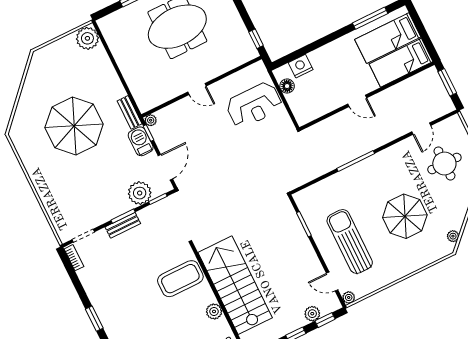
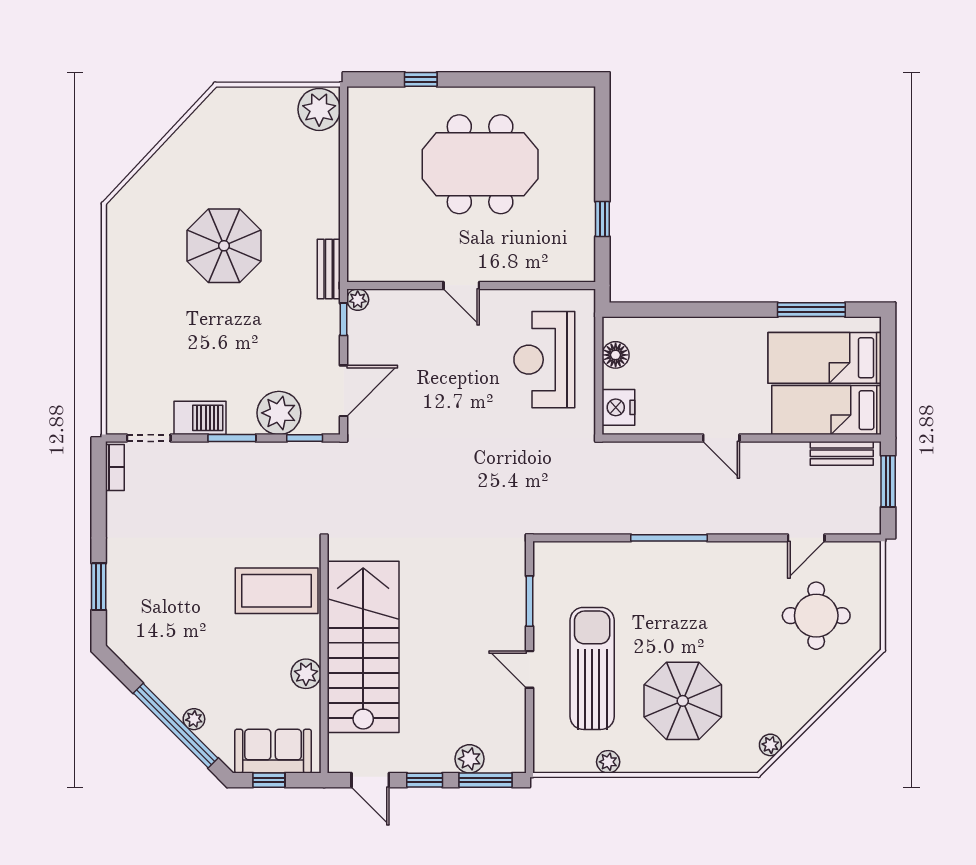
window: (256, 39) -> (602, 219), moved
nightstand: (301, 66) -> (618, 407), moved, turned -90
reception desk: (254, 105) -> (544, 360), turned 90
parasol: (74, 126) -> (224, 246), width x0.73, depth x0.73
barbecue: (141, 141) -> (200, 418), moved, turned 90
parasol: (405, 216) -> (683, 701), moved
bench: (123, 225) -> (842, 453), moved
door: (332, 281) -> (529, 669), moved
plant: (349, 297) -> (608, 762), moved
window: (325, 320) -> (485, 780), width x1.50

